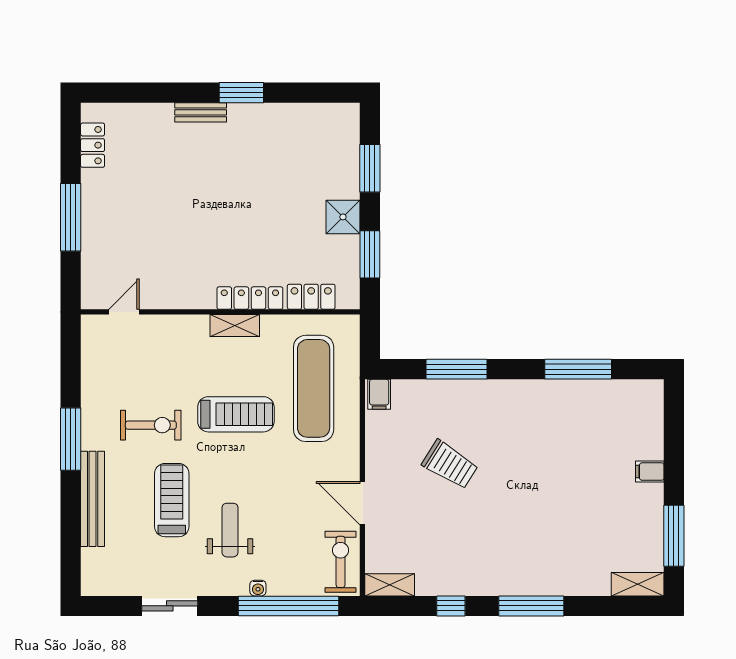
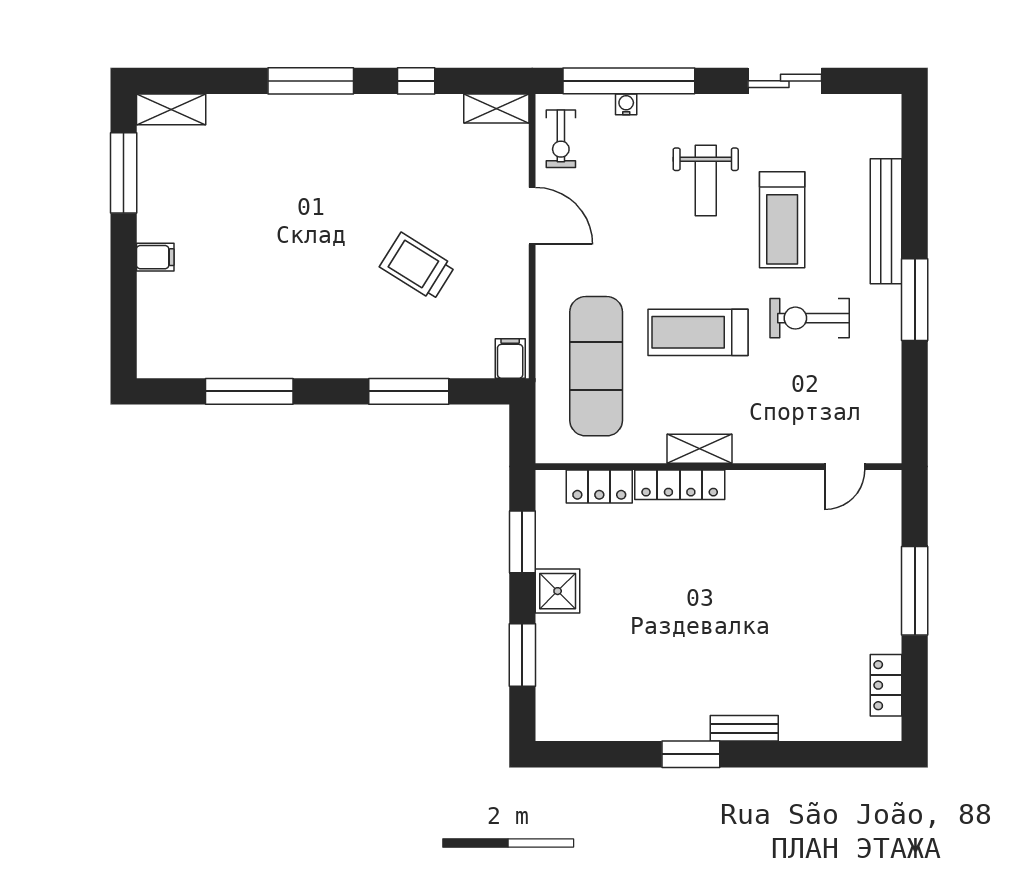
exercise bike: (341, 562) -> (561, 139), width x0.73, depth x0.72
water cooler: (258, 588) -> (626, 104), moved

